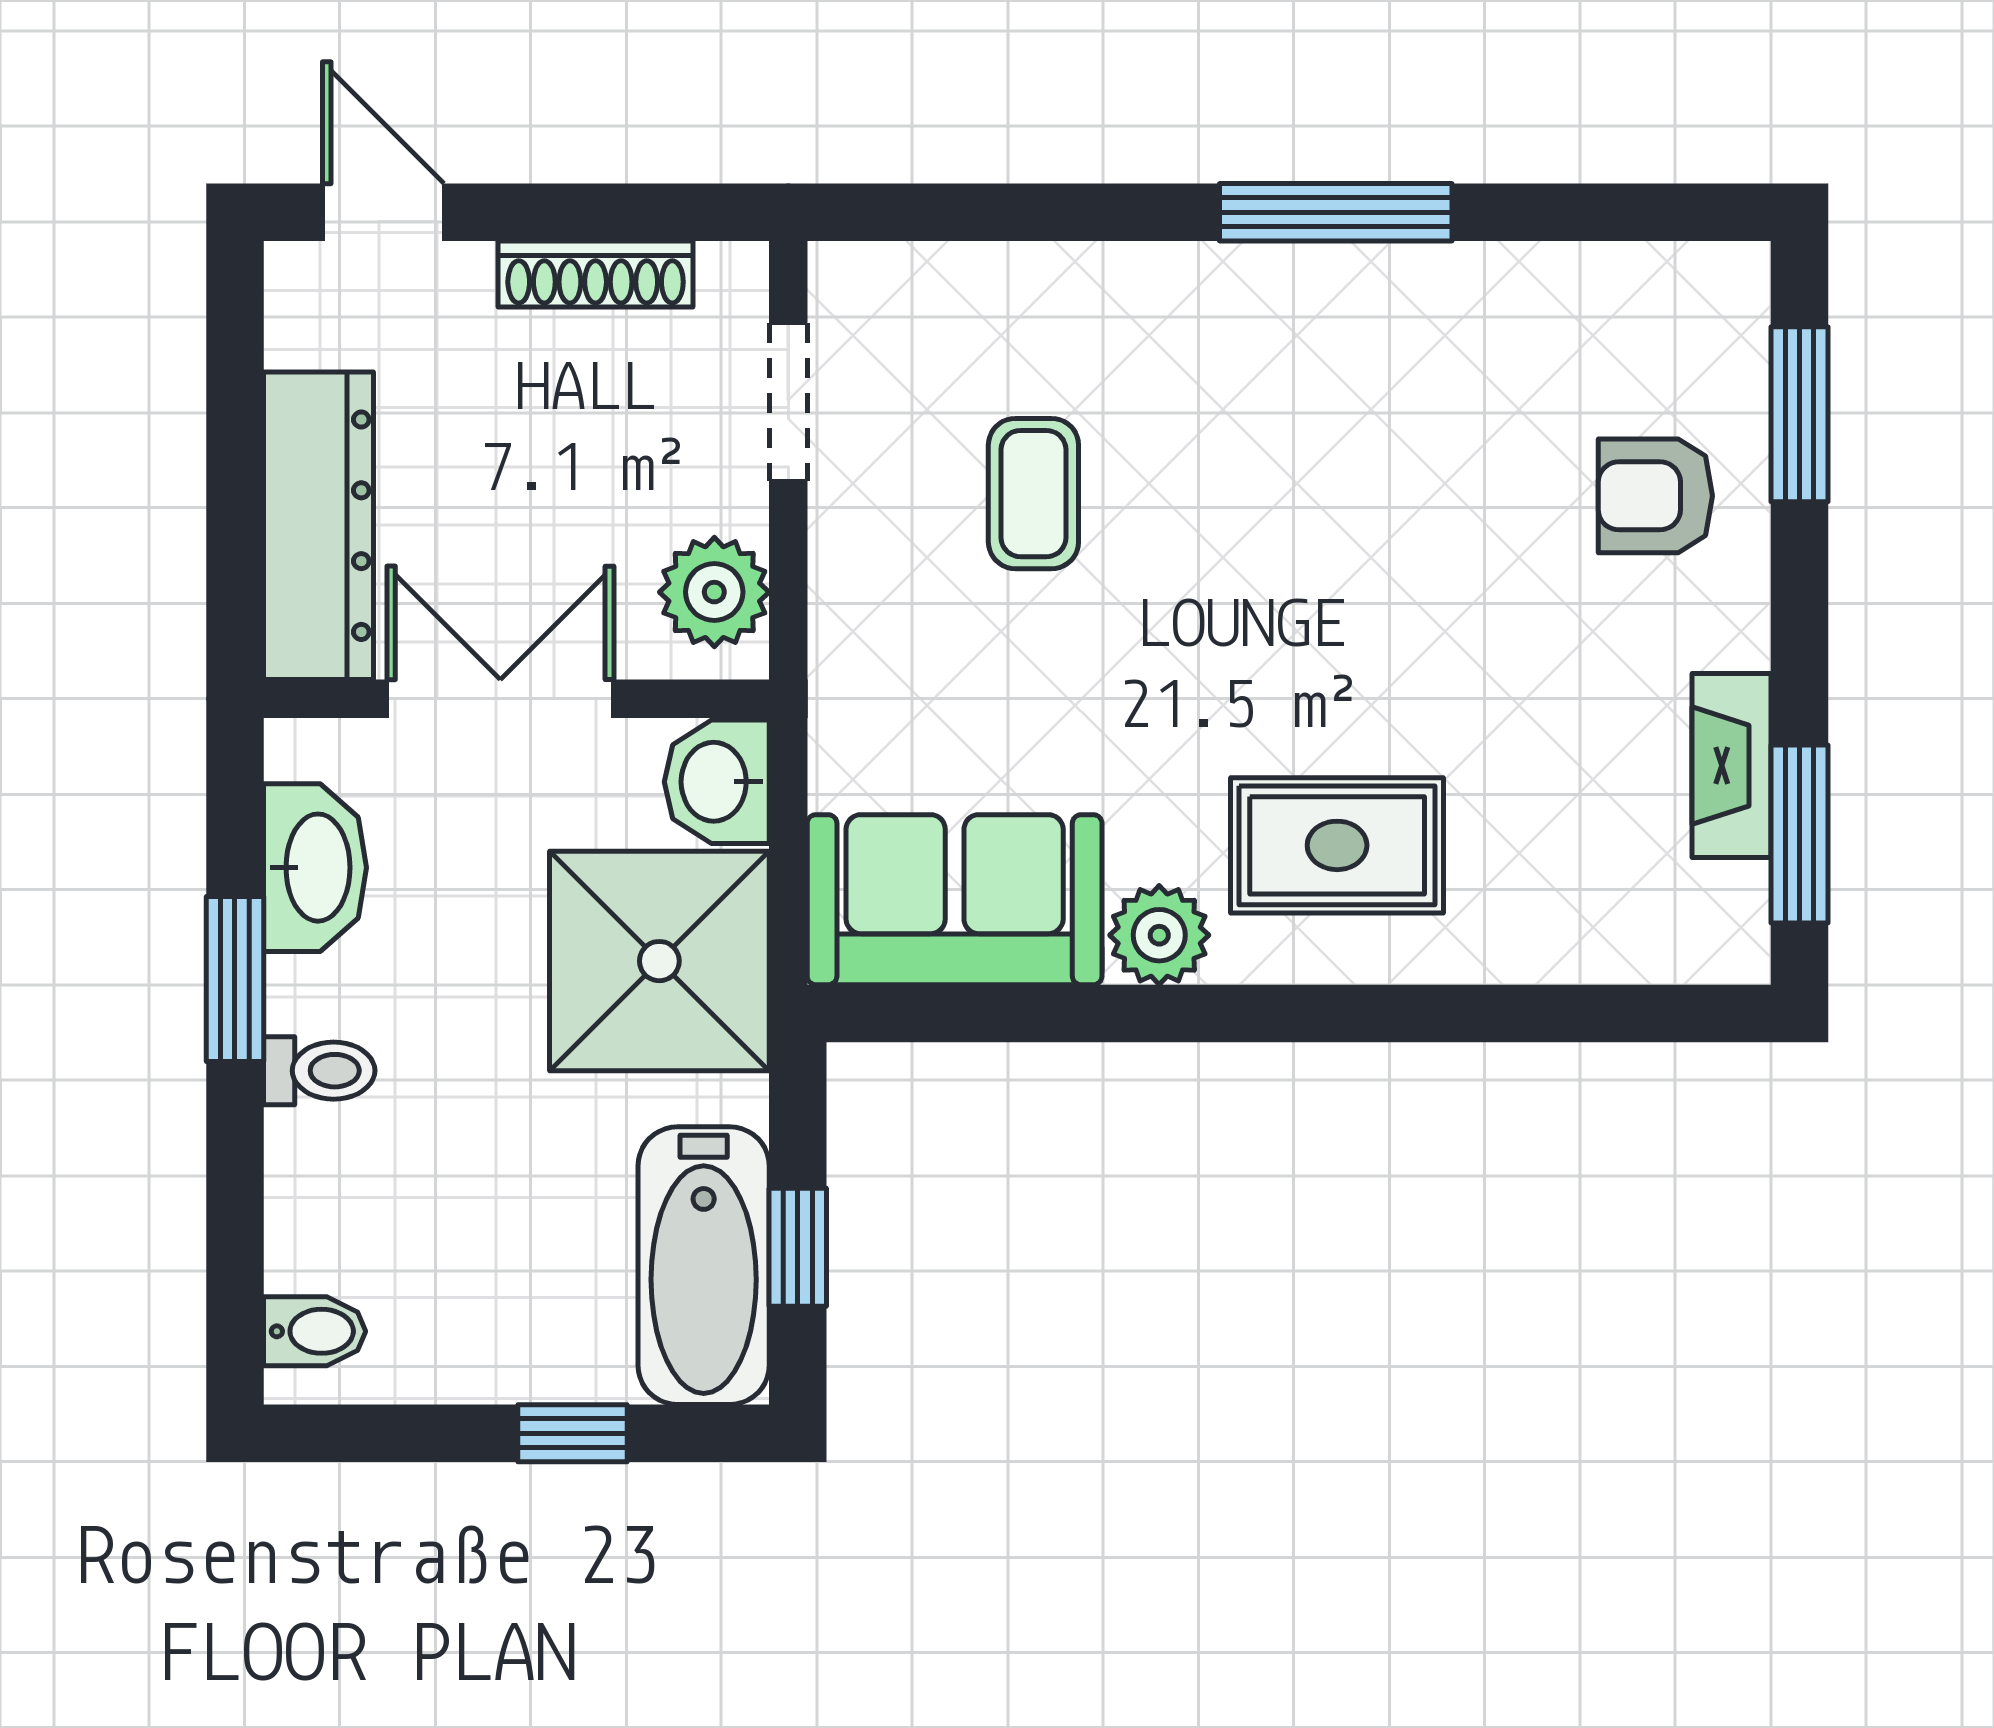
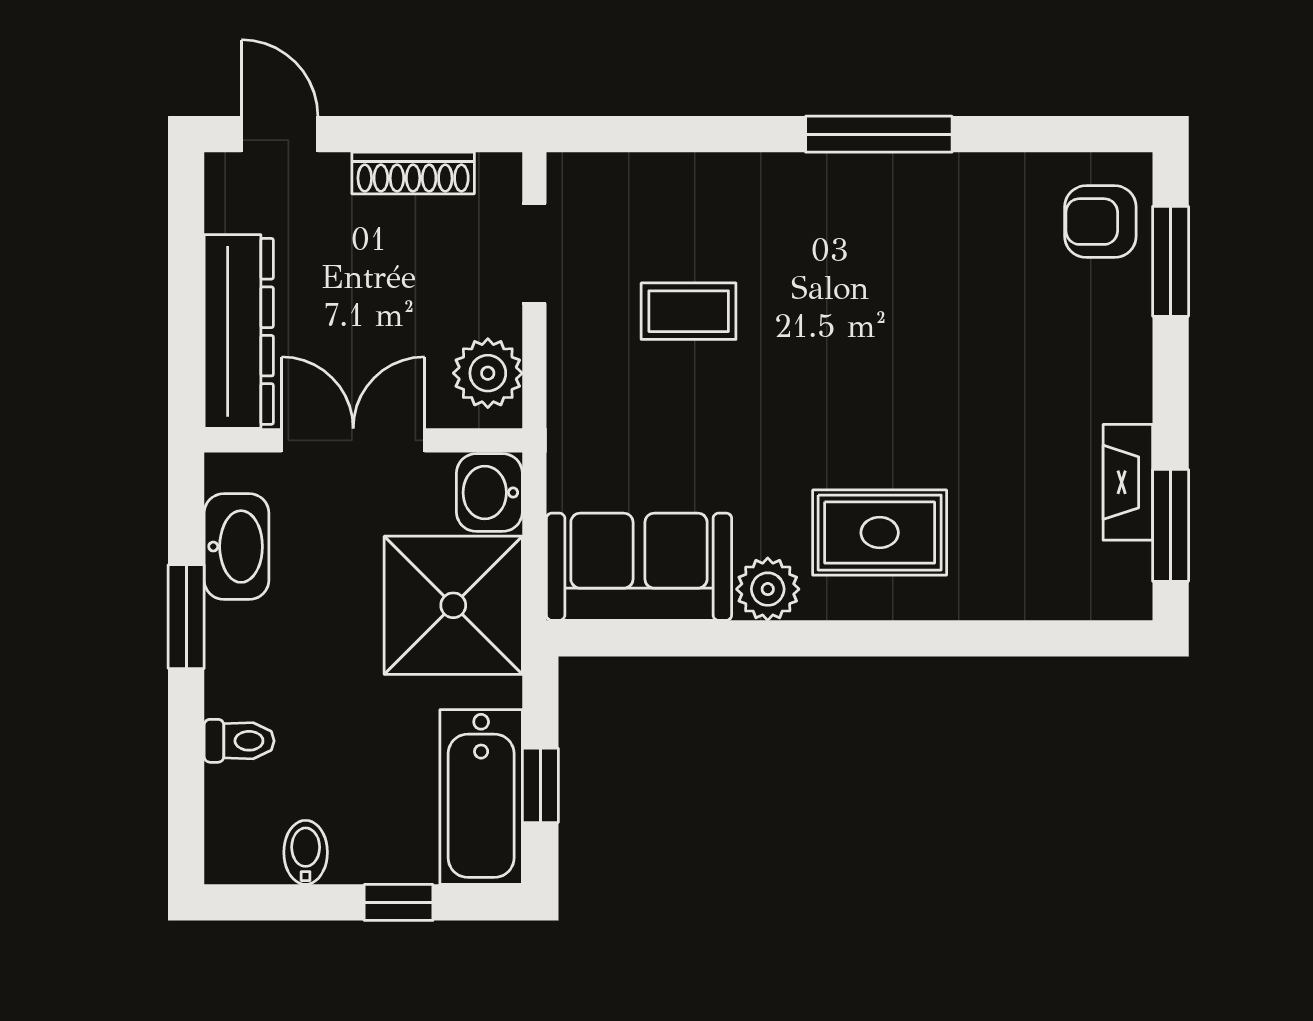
coffee table: (1033, 494) -> (689, 311), turned 90
armchair: (1655, 496) -> (1100, 222), moved
toilet: (319, 1071) -> (239, 741), moved
bidet: (315, 1331) -> (306, 852), moved, turned -90

